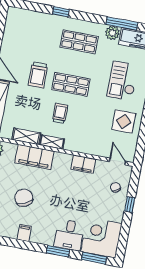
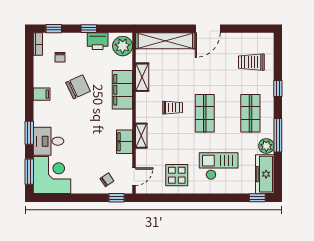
window: (122, 23) -> (278, 135), moved
trolley: (38, 75) -> (251, 62), moved
shelving: (52, 142) -> (141, 136), moved
window: (130, 205) -> (116, 198), moved

